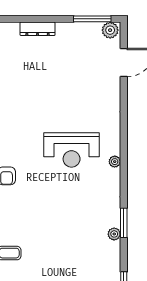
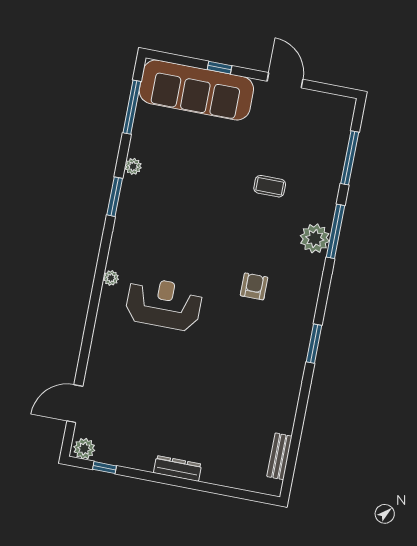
window: (92, 19) -> (105, 468), width x0.46
plant: (114, 234) -> (133, 166), moved

